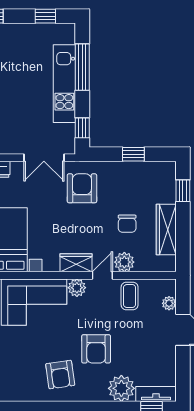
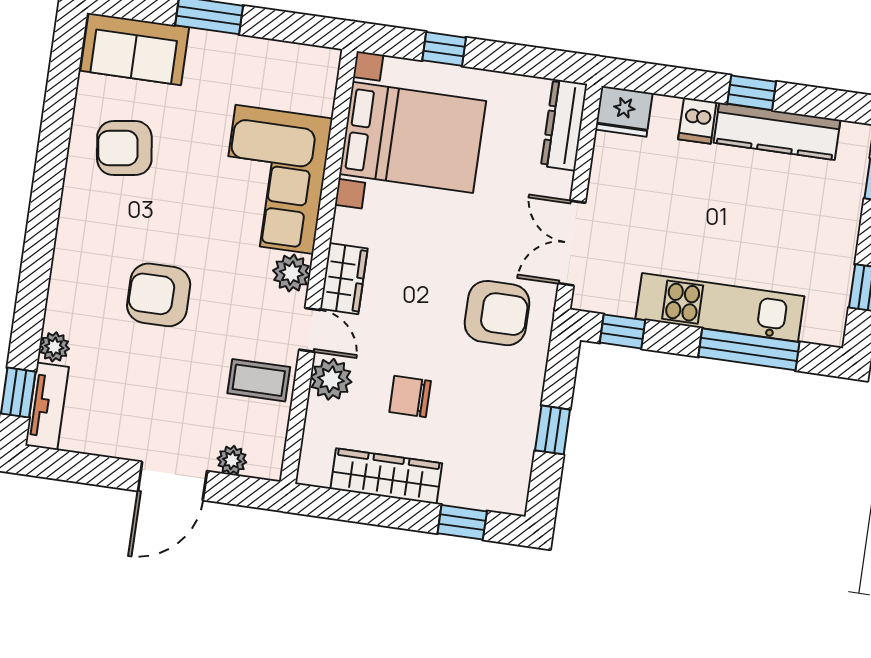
armchair: (60, 375) -> (124, 148), moved
plant: (121, 388) -> (54, 347), width x0.53, depth x0.53

